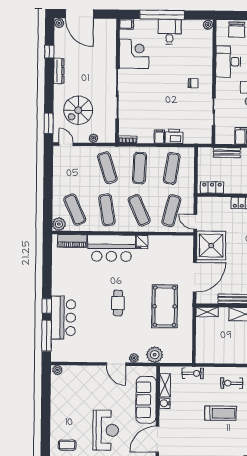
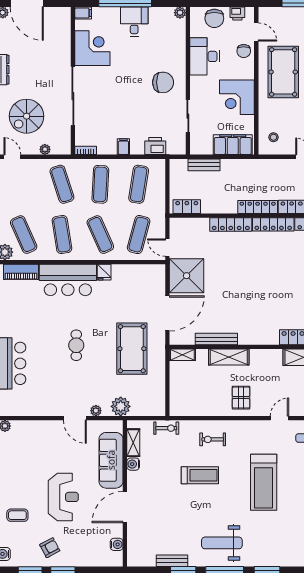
chair: (193, 83) -> (163, 82), width x1.87, depth x1.87
printer: (174, 136) -> (155, 146), moved

